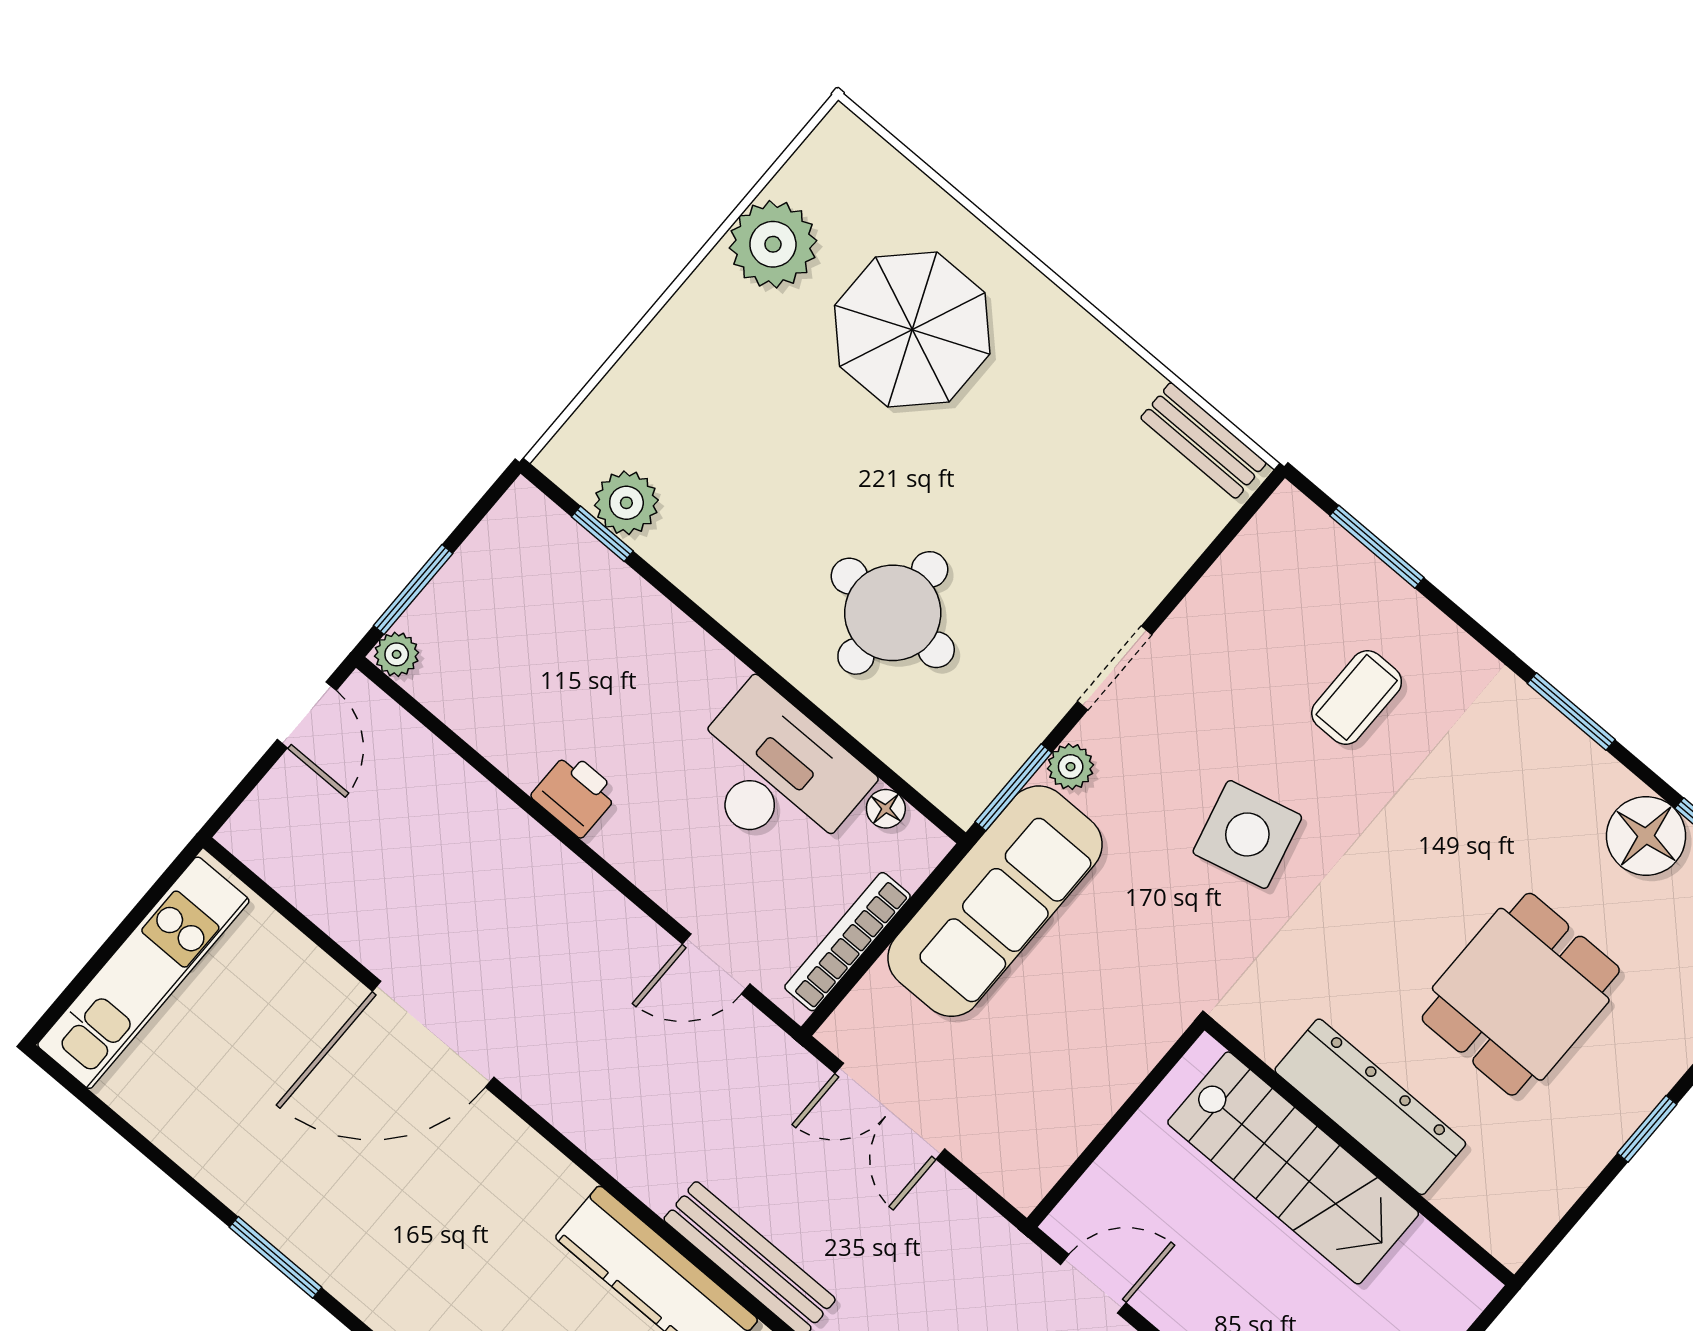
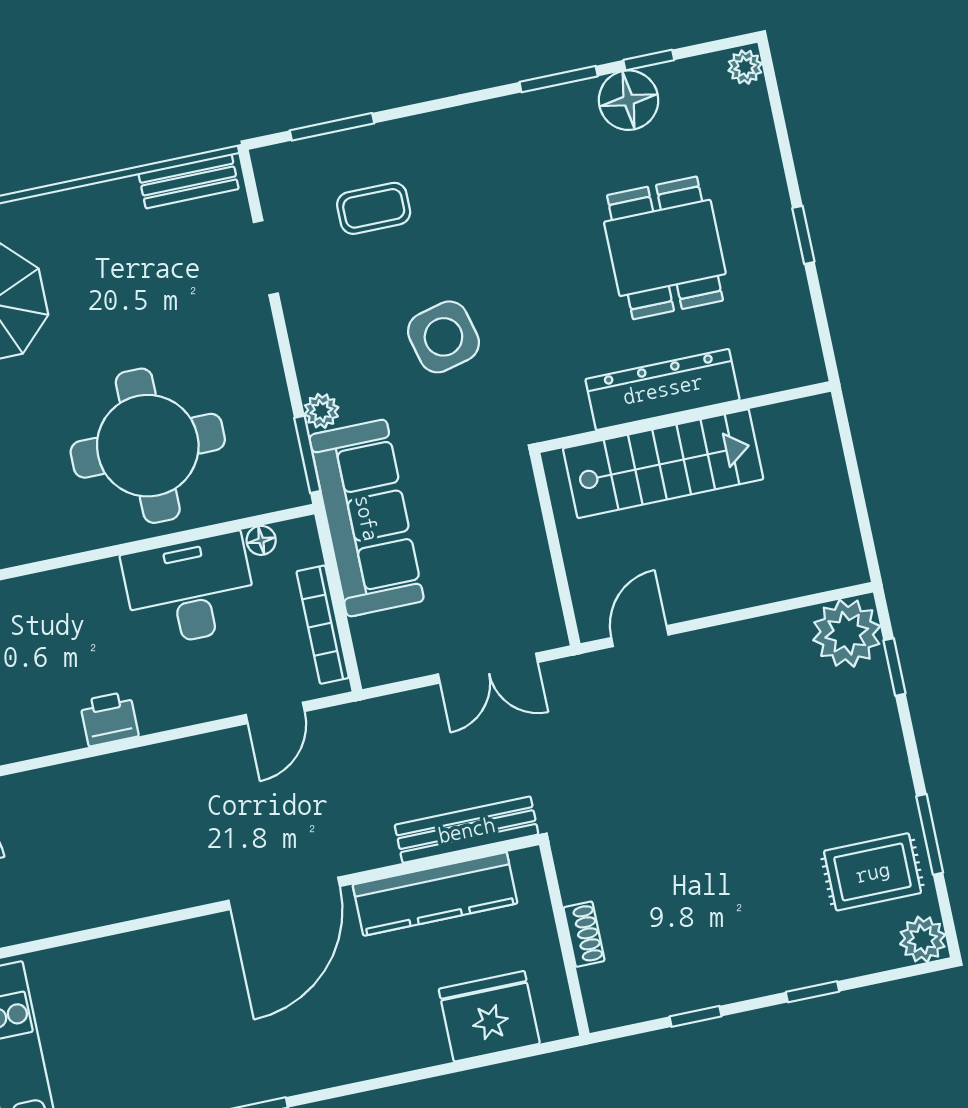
round table: (893, 613) -> (148, 446), width x1.36, depth x1.36
doorway: (1115, 668) -> (266, 258), moved
coffee table: (1357, 697) -> (374, 208), moved, turned 90
window: (1571, 711) -> (559, 79), moved
door: (433, 1034) -> (284, 893), moved
double door: (890, 1111) -> (488, 668), moved

